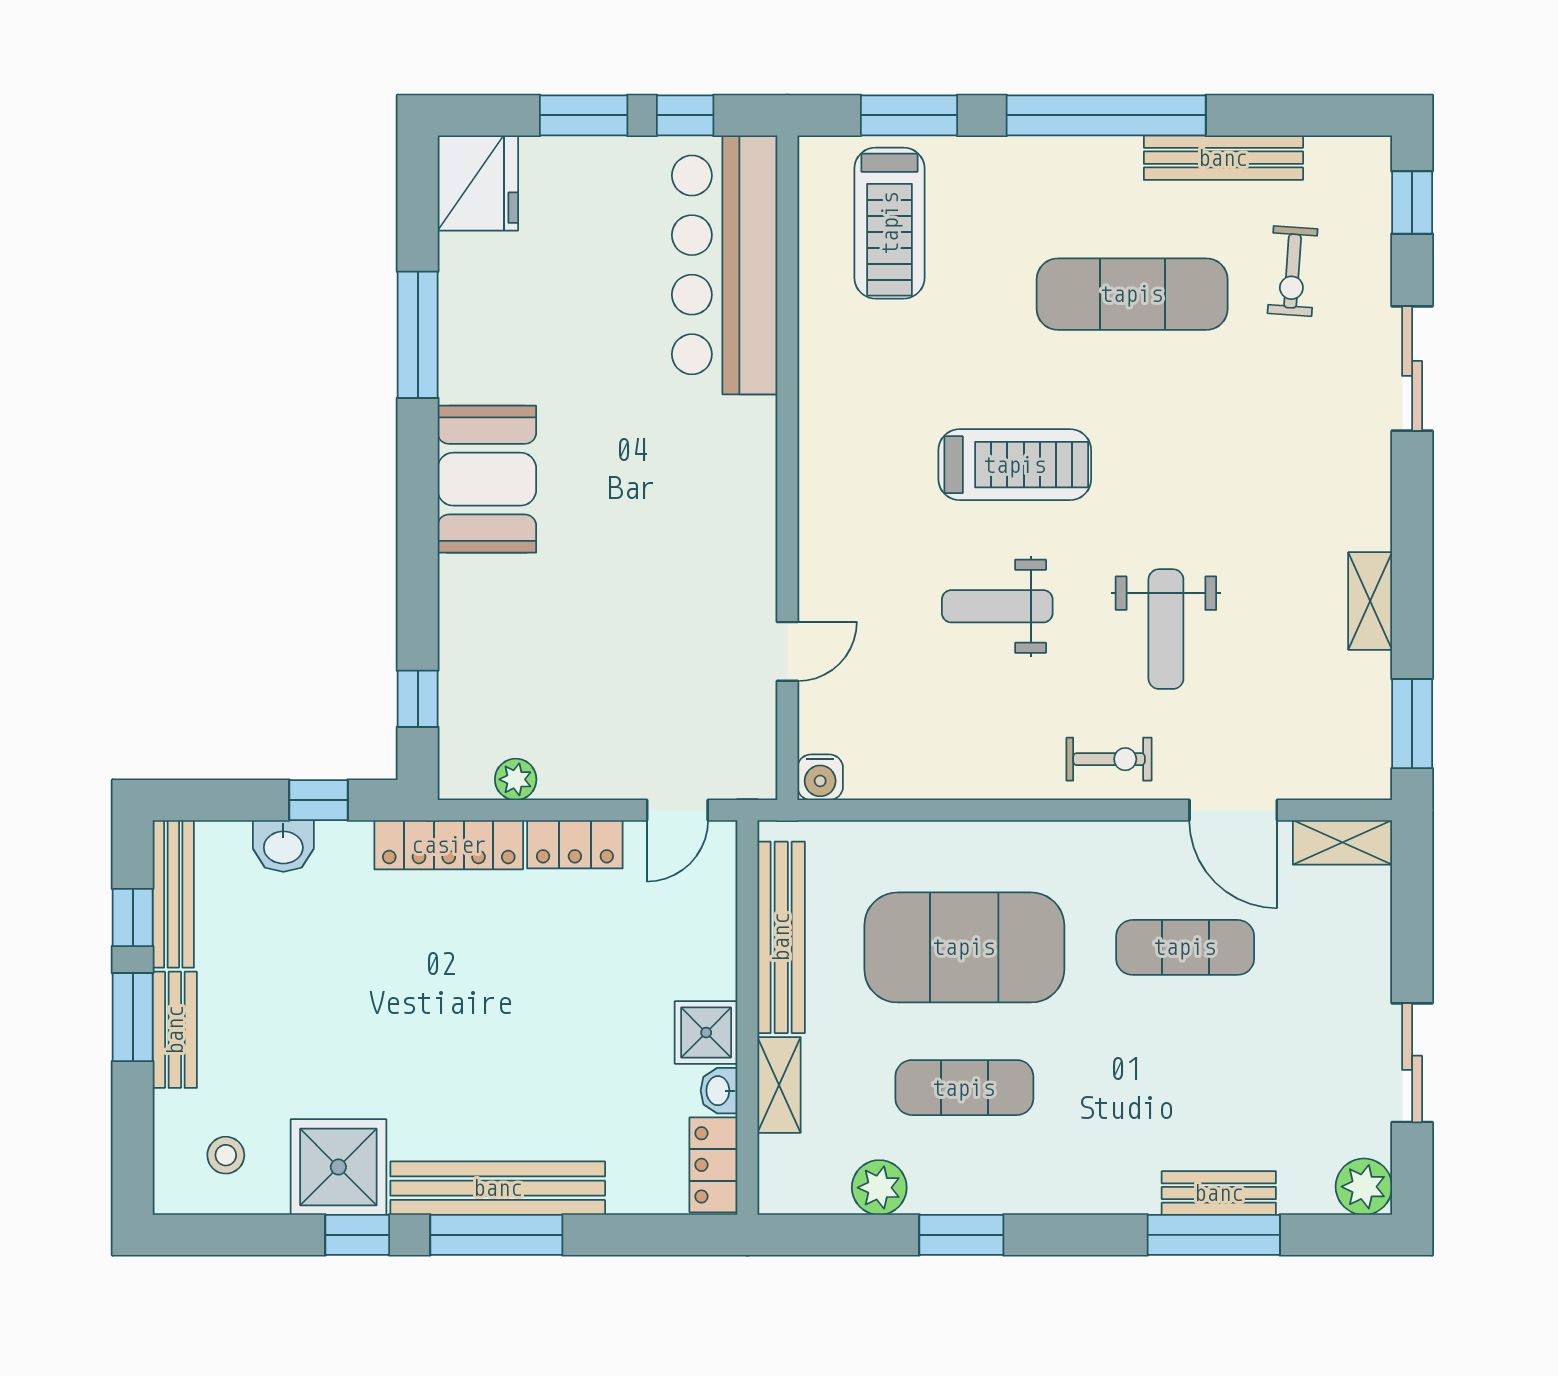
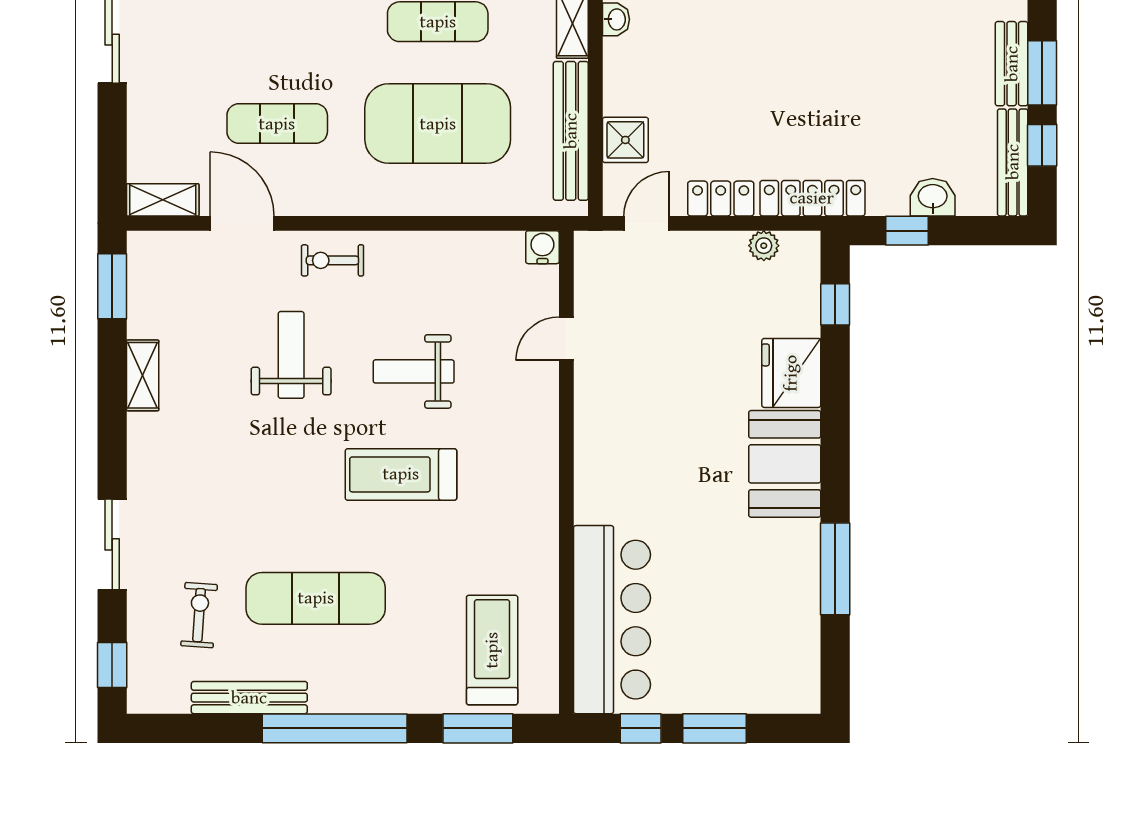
fridge: (478, 183) -> (791, 373), moved
weight bench: (997, 606) -> (414, 371), turned 180
shower: (706, 1033) -> (625, 140), moved

